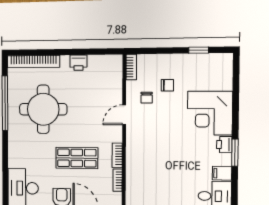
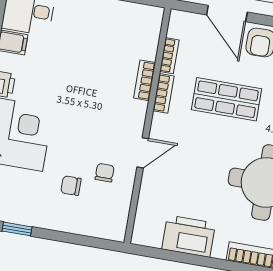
printer: (79, 63) -> (189, 236), width x1.87, depth x1.48
bookcase: (131, 67) -> (145, 80), moved

